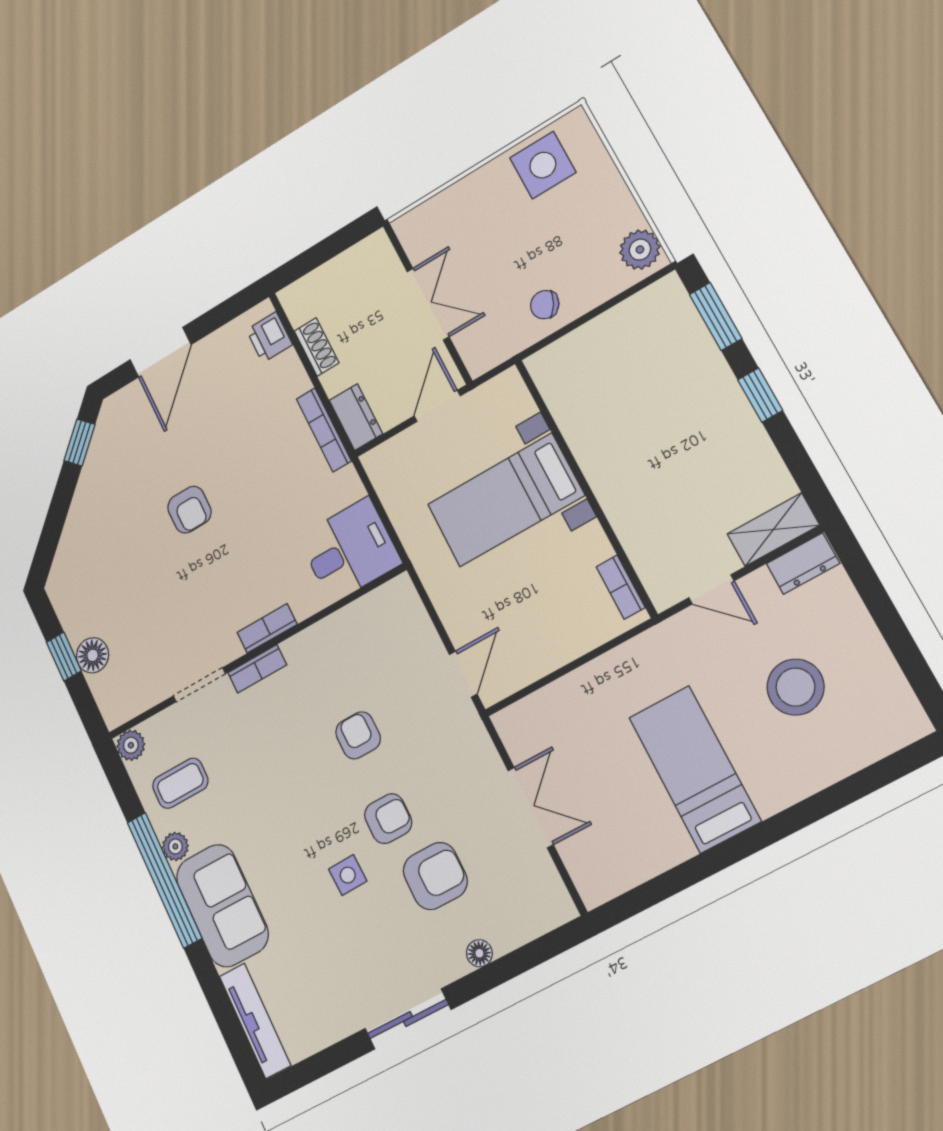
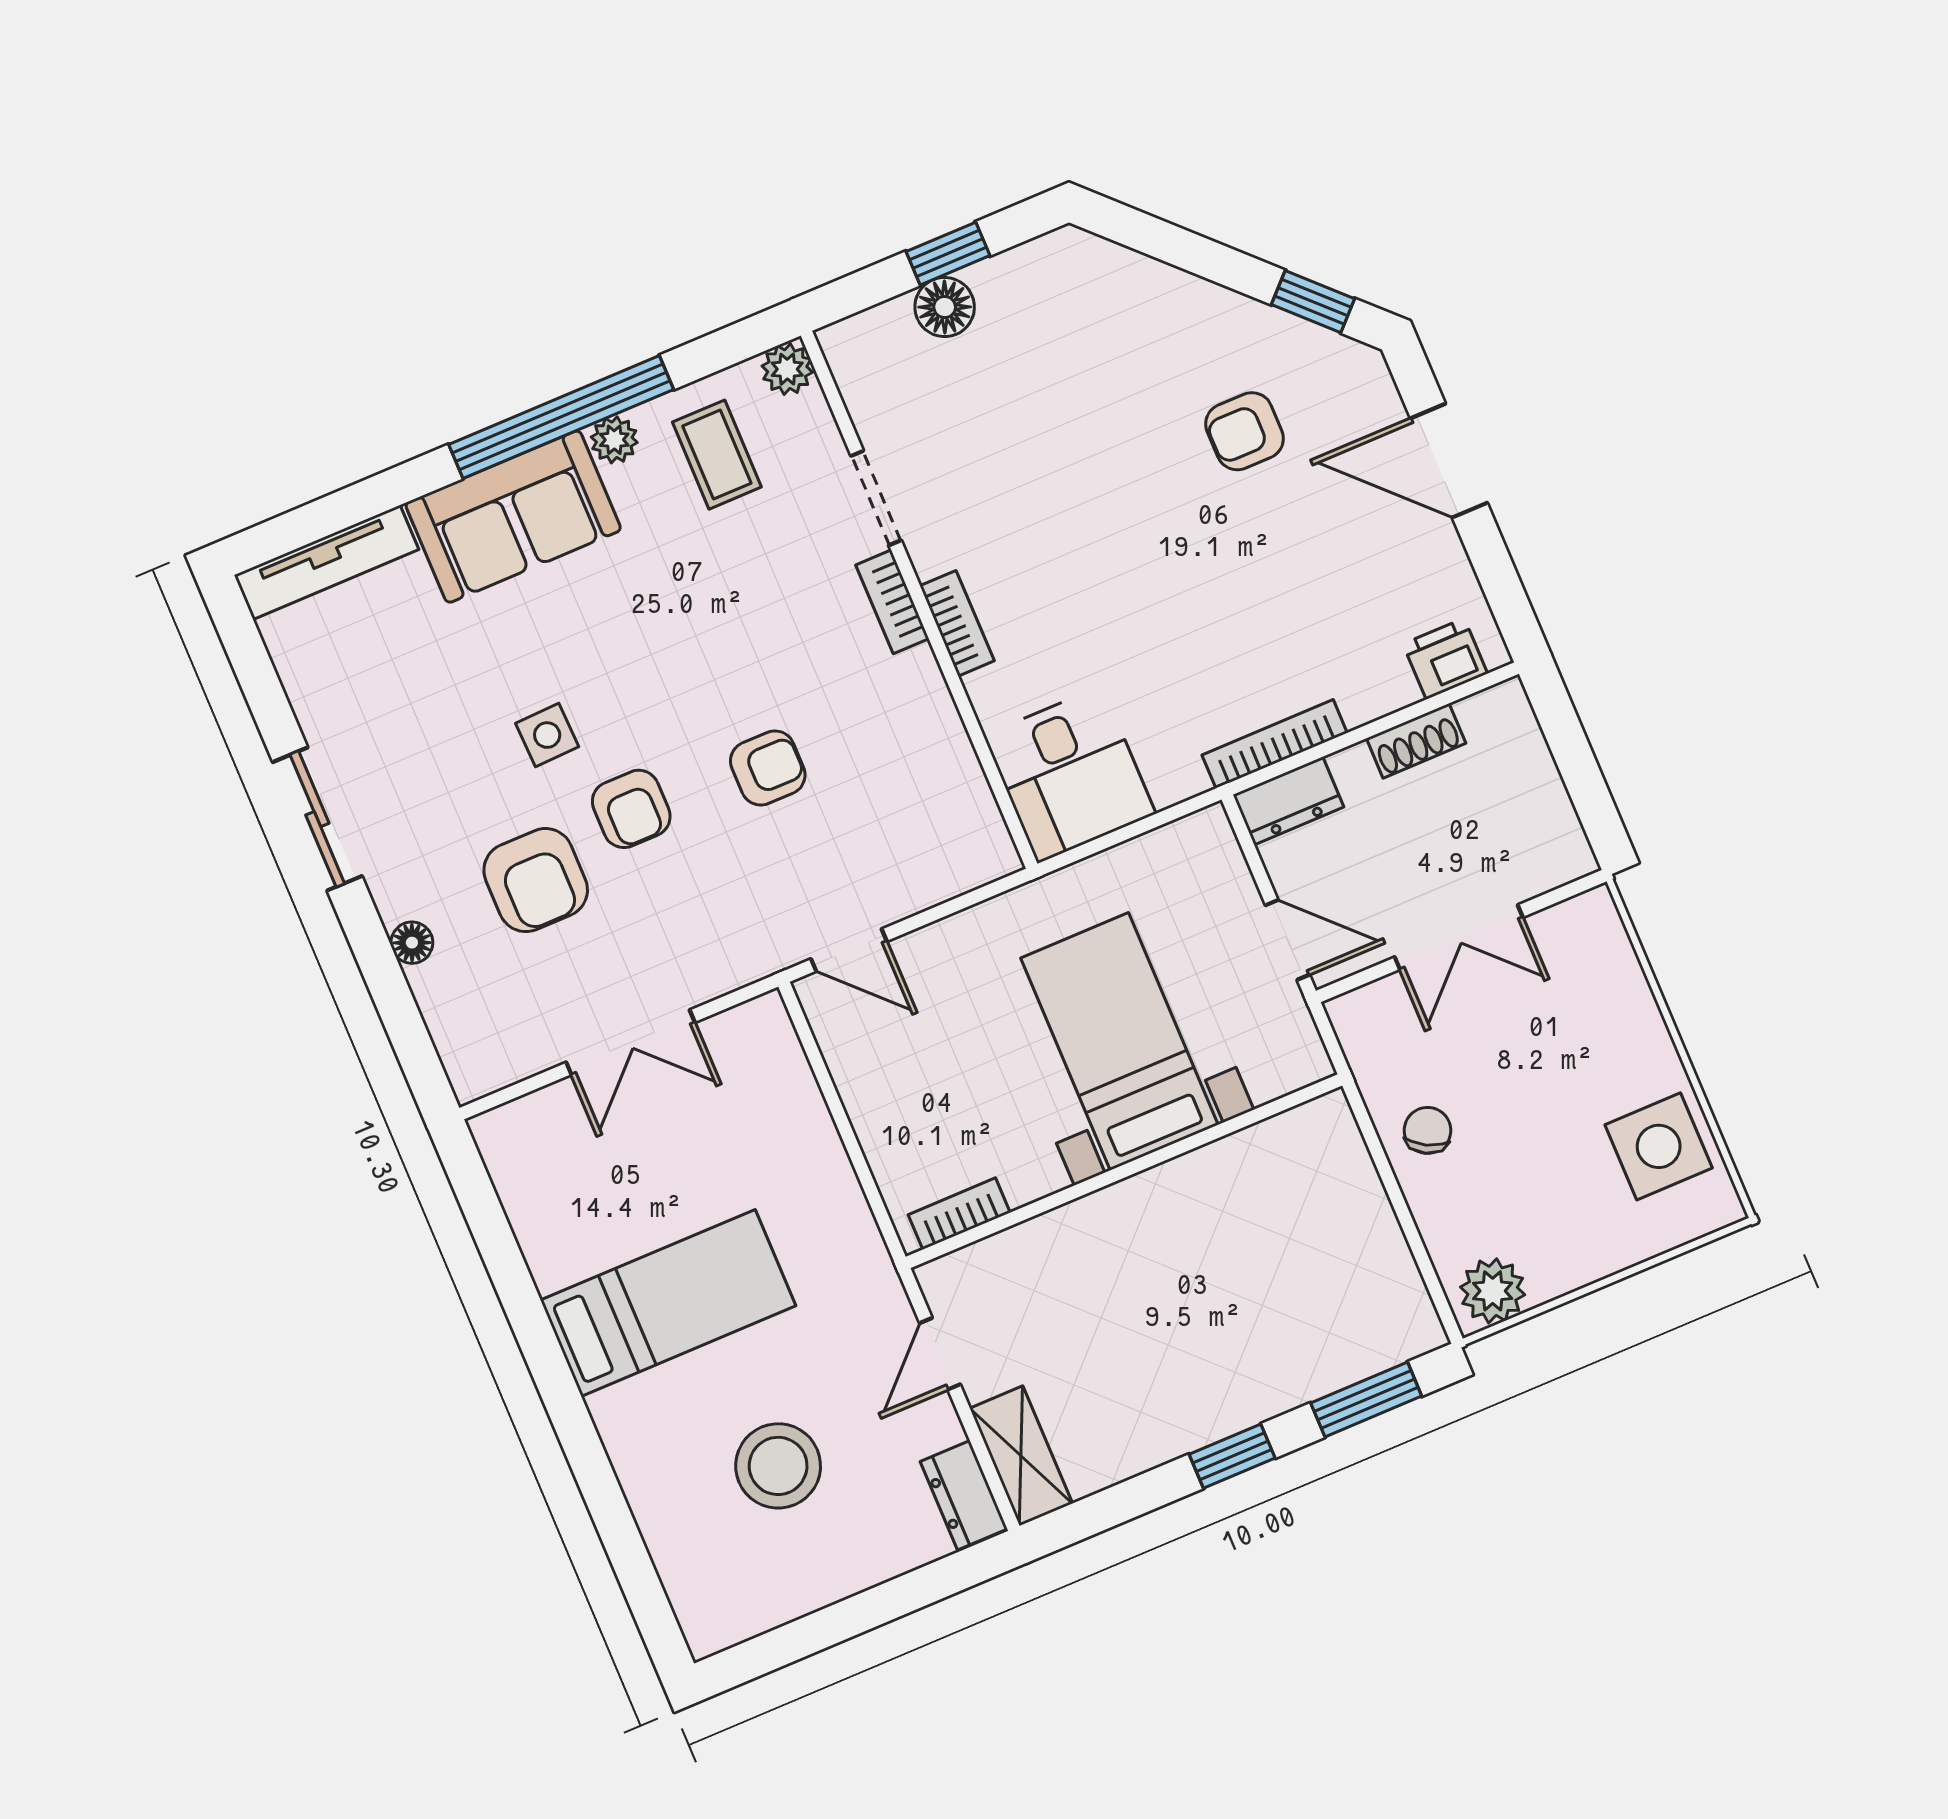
armchair: (189, 510) -> (1245, 431), moved

